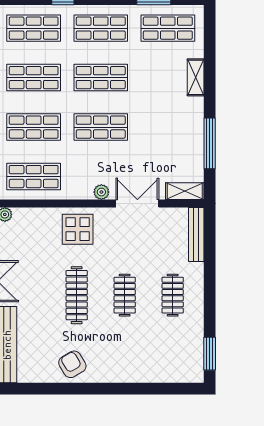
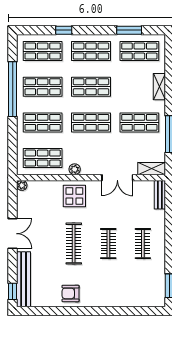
shop shelf: (168, 127) -> (139, 122), added
plant: (101, 192) -> (75, 169), moved
double door: (137, 204) -> (117, 178), swing flipped
bench: (196, 235) -> (160, 195), width x0.73
armchair: (72, 364) -> (71, 293), turned -59

